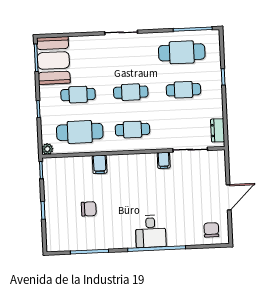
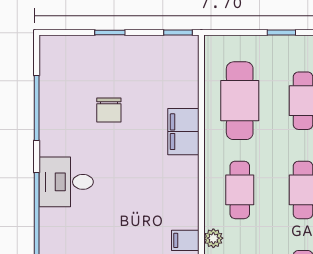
plant: (47, 149) -> (213, 238), moved
filing cabinet: (100, 164) -> (183, 132), width x2.00
desk: (151, 231) -> (66, 182), moved

